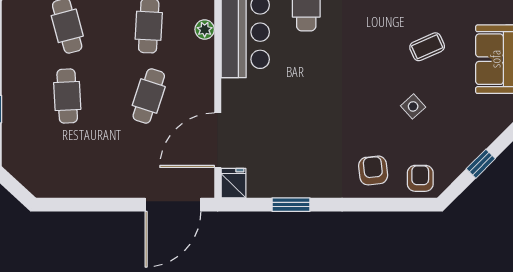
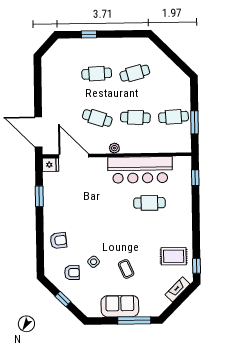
plant: (205, 29) -> (114, 148), moved
armchair: (420, 178) -> (72, 273), moved

